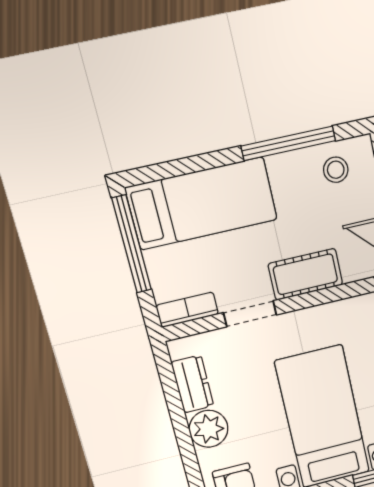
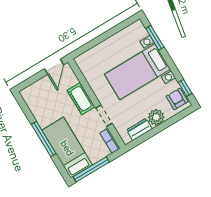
window: (288, 143) -> (44, 139), moved
stool: (336, 170) -> (37, 100), removed

